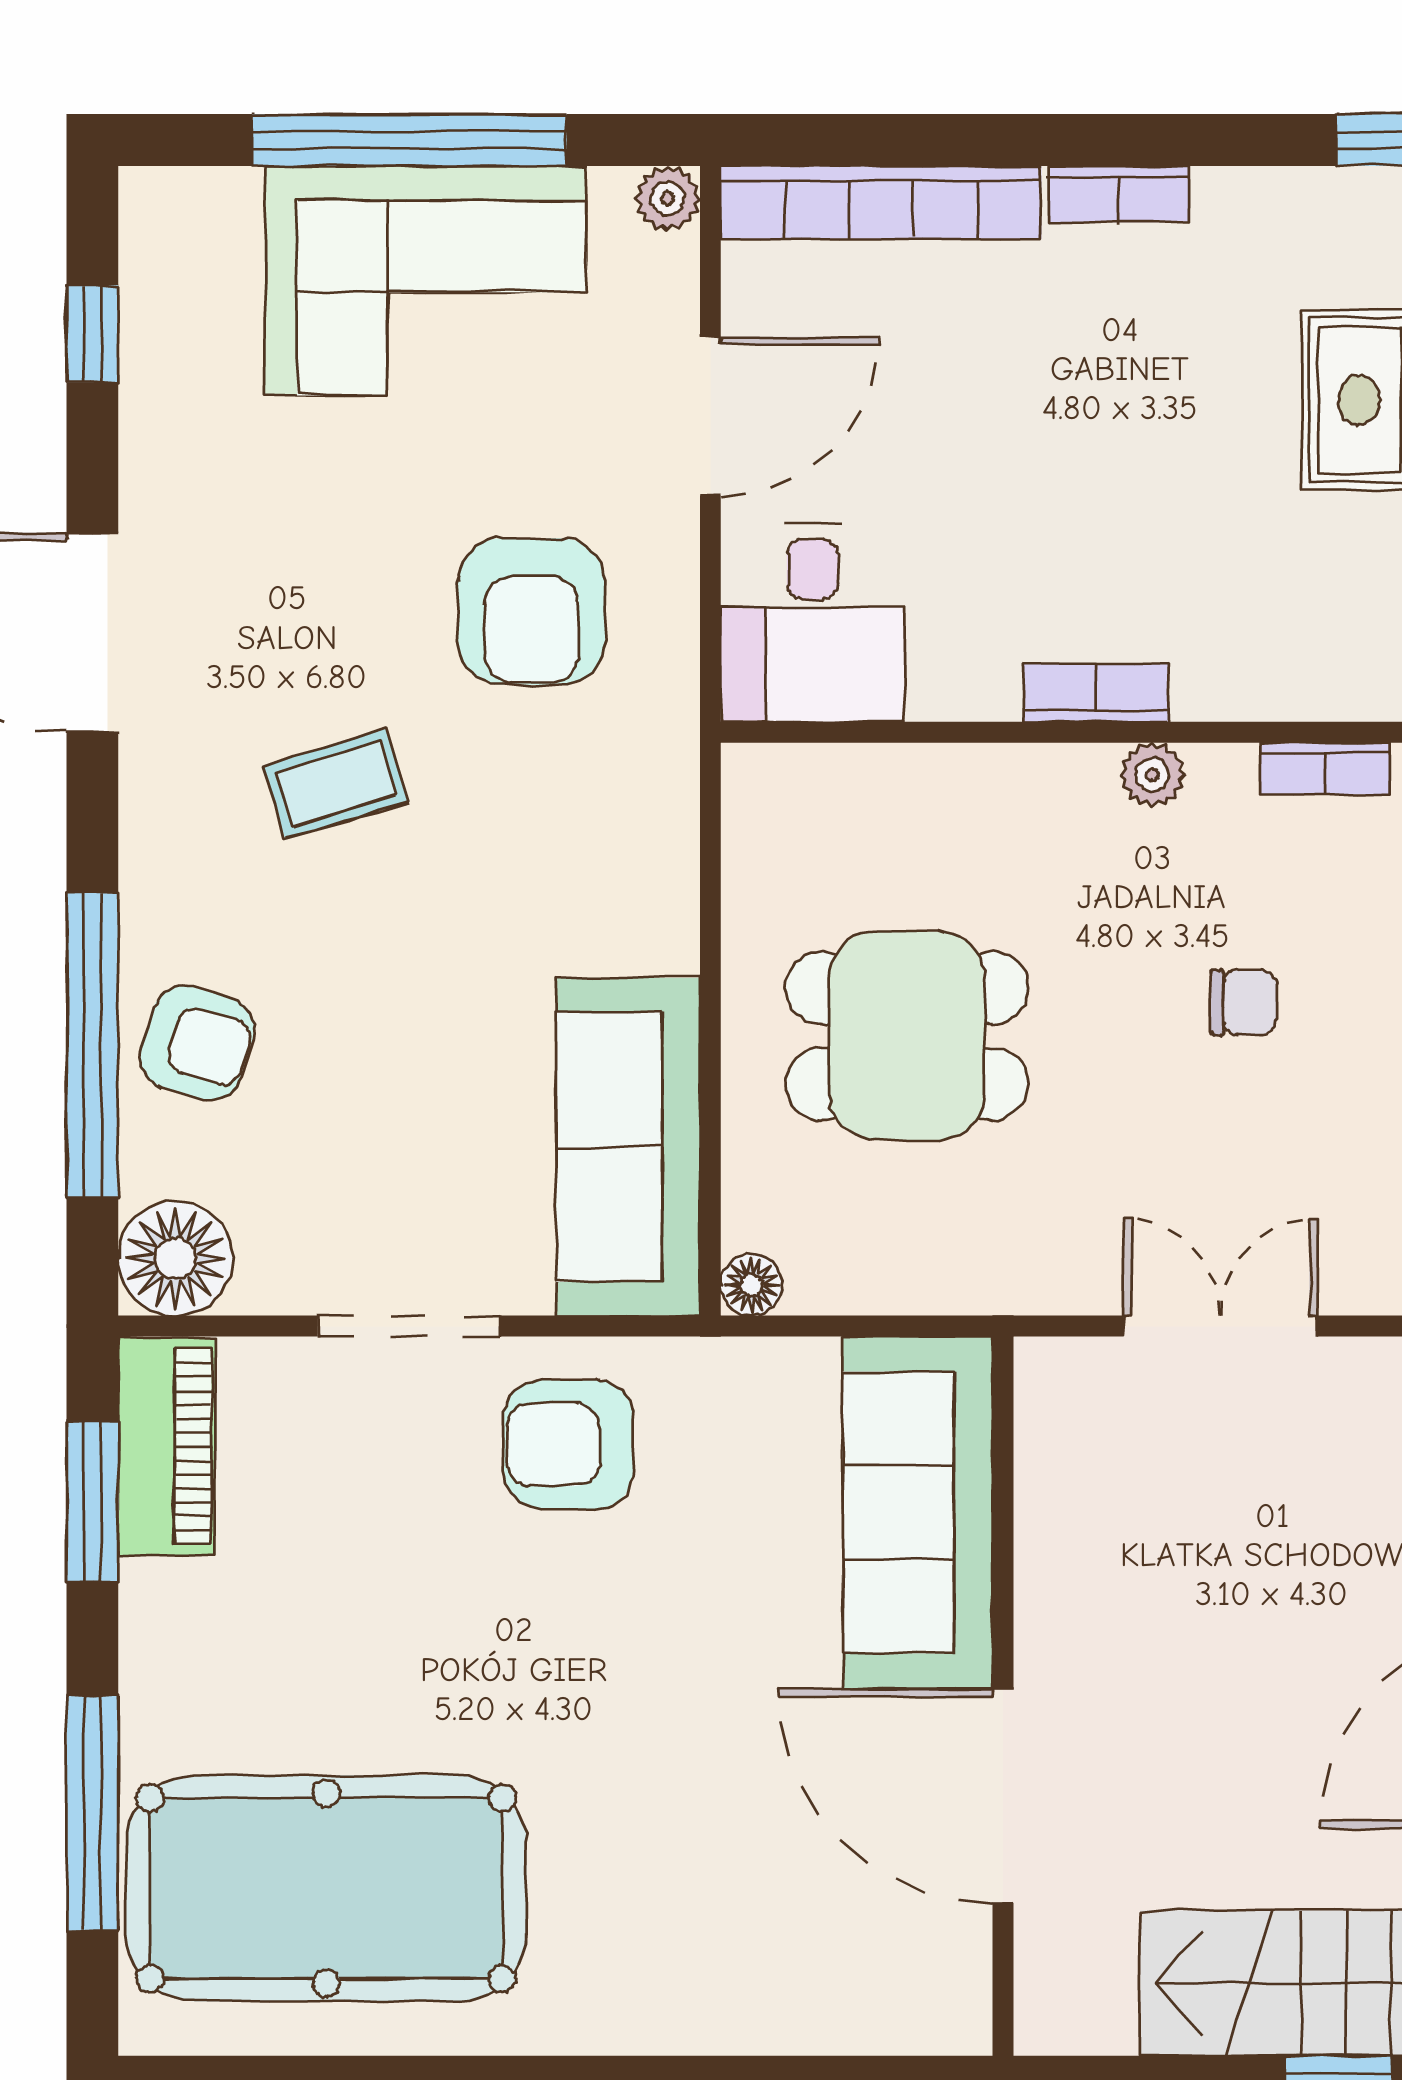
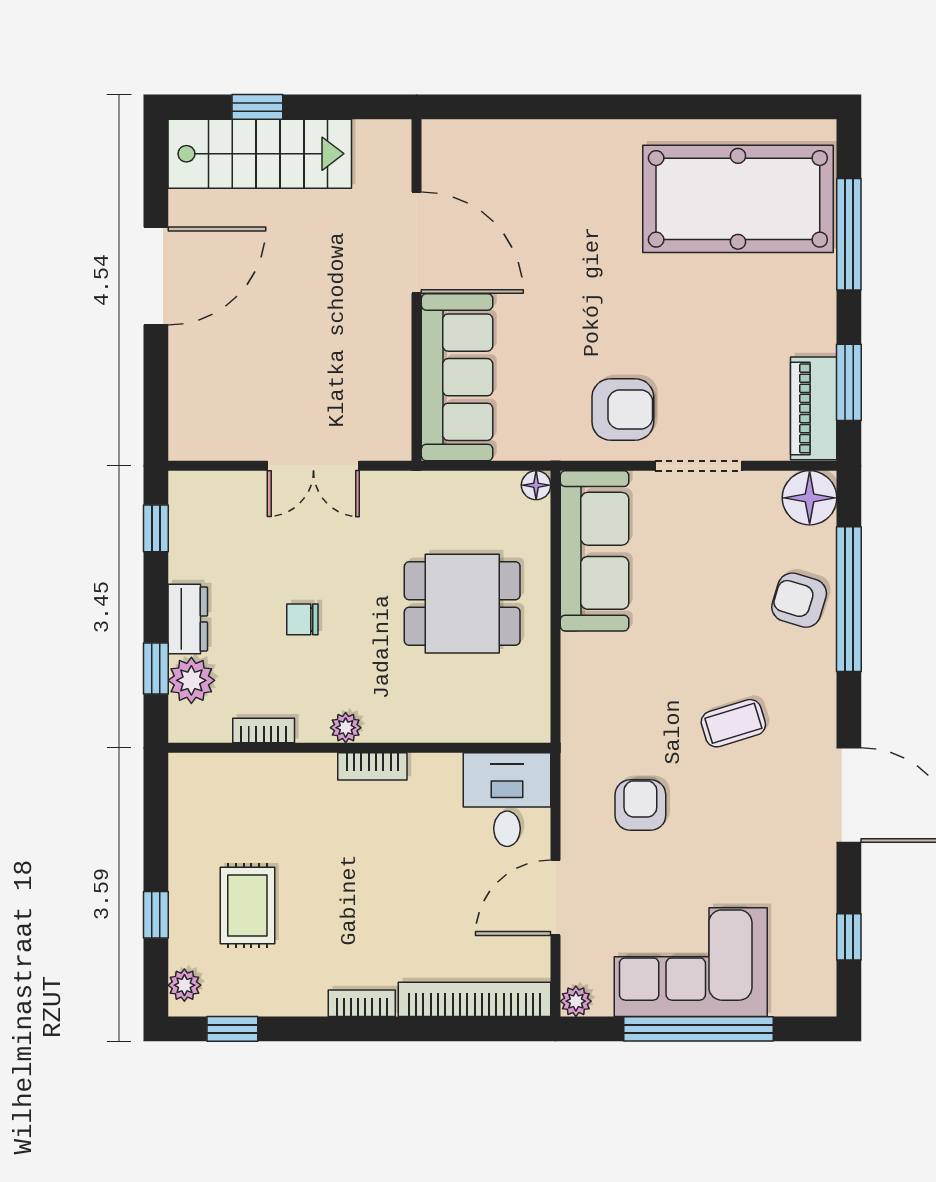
armchair: (532, 611) -> (640, 805), width x0.72, depth x0.72

